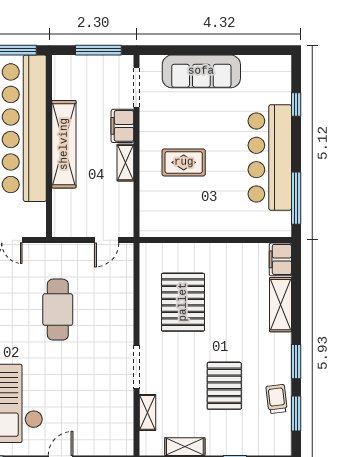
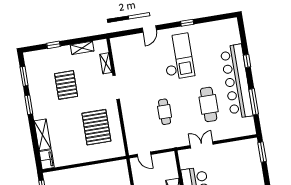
door: (107, 240) -> (144, 154), swing flipped
cafe table: (58, 310) -> (165, 112), width x0.73, depth x0.74
trolley: (277, 399) -> (36, 82), removed

